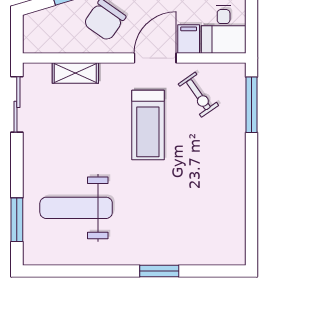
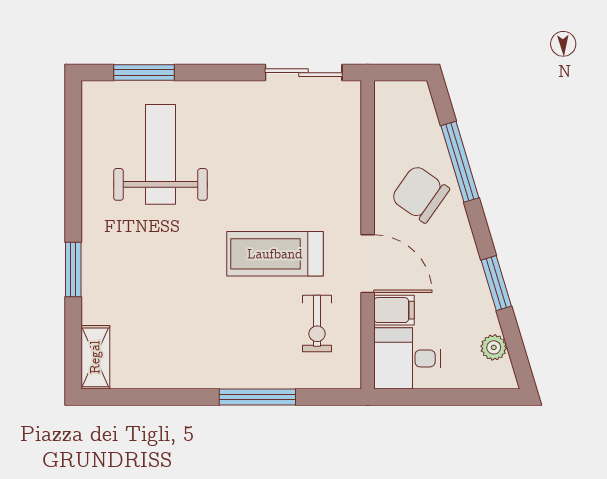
shelving: (75, 73) -> (95, 357), moved
exercise bike: (198, 95) -> (317, 324), turned -55
window: (251, 105) -> (257, 397), moved

